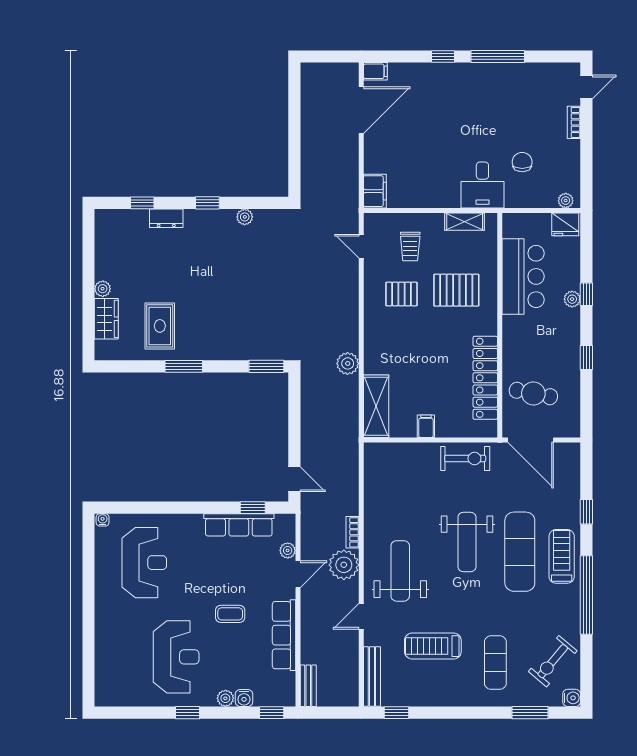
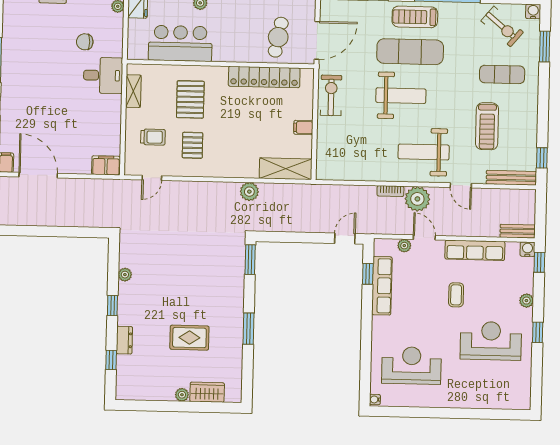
rug: (160, 326) -> (189, 338), moved
water cooler: (244, 698) -> (527, 249), moved, turned -90

